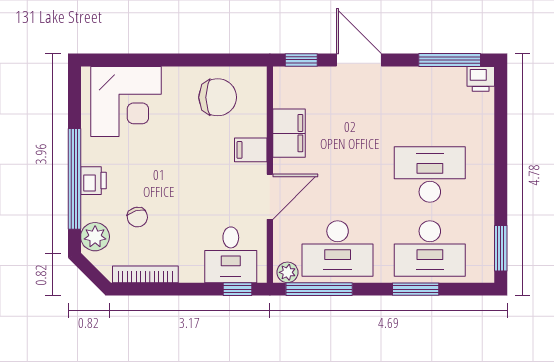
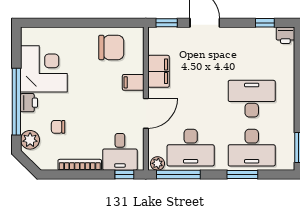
window: (450, 60) -> (265, 23), width x0.46
corner desk: (126, 101) -> (44, 69), moved, turned -90
chair: (137, 217) -> (58, 127), turned 106
bookcase: (145, 274) -> (80, 165), moved

